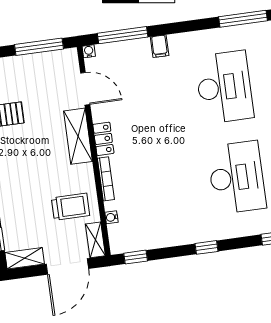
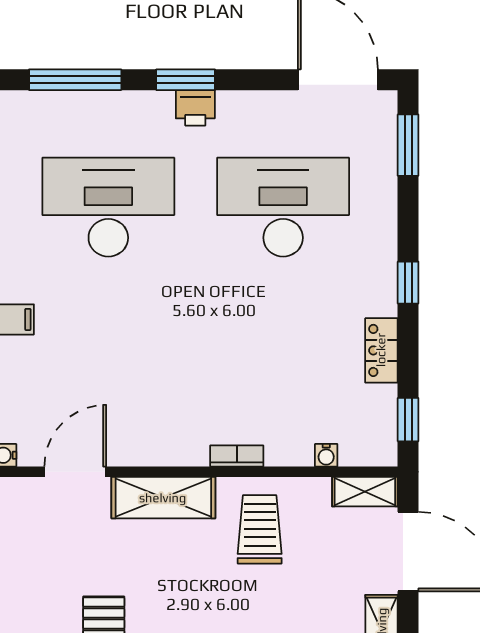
locker: (103, 139) -> (381, 350), moved, turned -90
bookcase: (106, 179) -> (237, 456), width x0.64
trolley: (71, 207) -> (260, 529), moved

